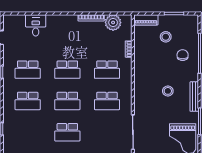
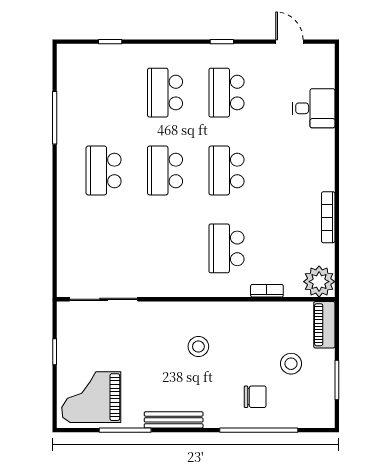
plant: (113, 23) -> (319, 282), moved
stool: (168, 91) -> (198, 346), moved
school desk: (107, 101) -> (165, 248), removed

